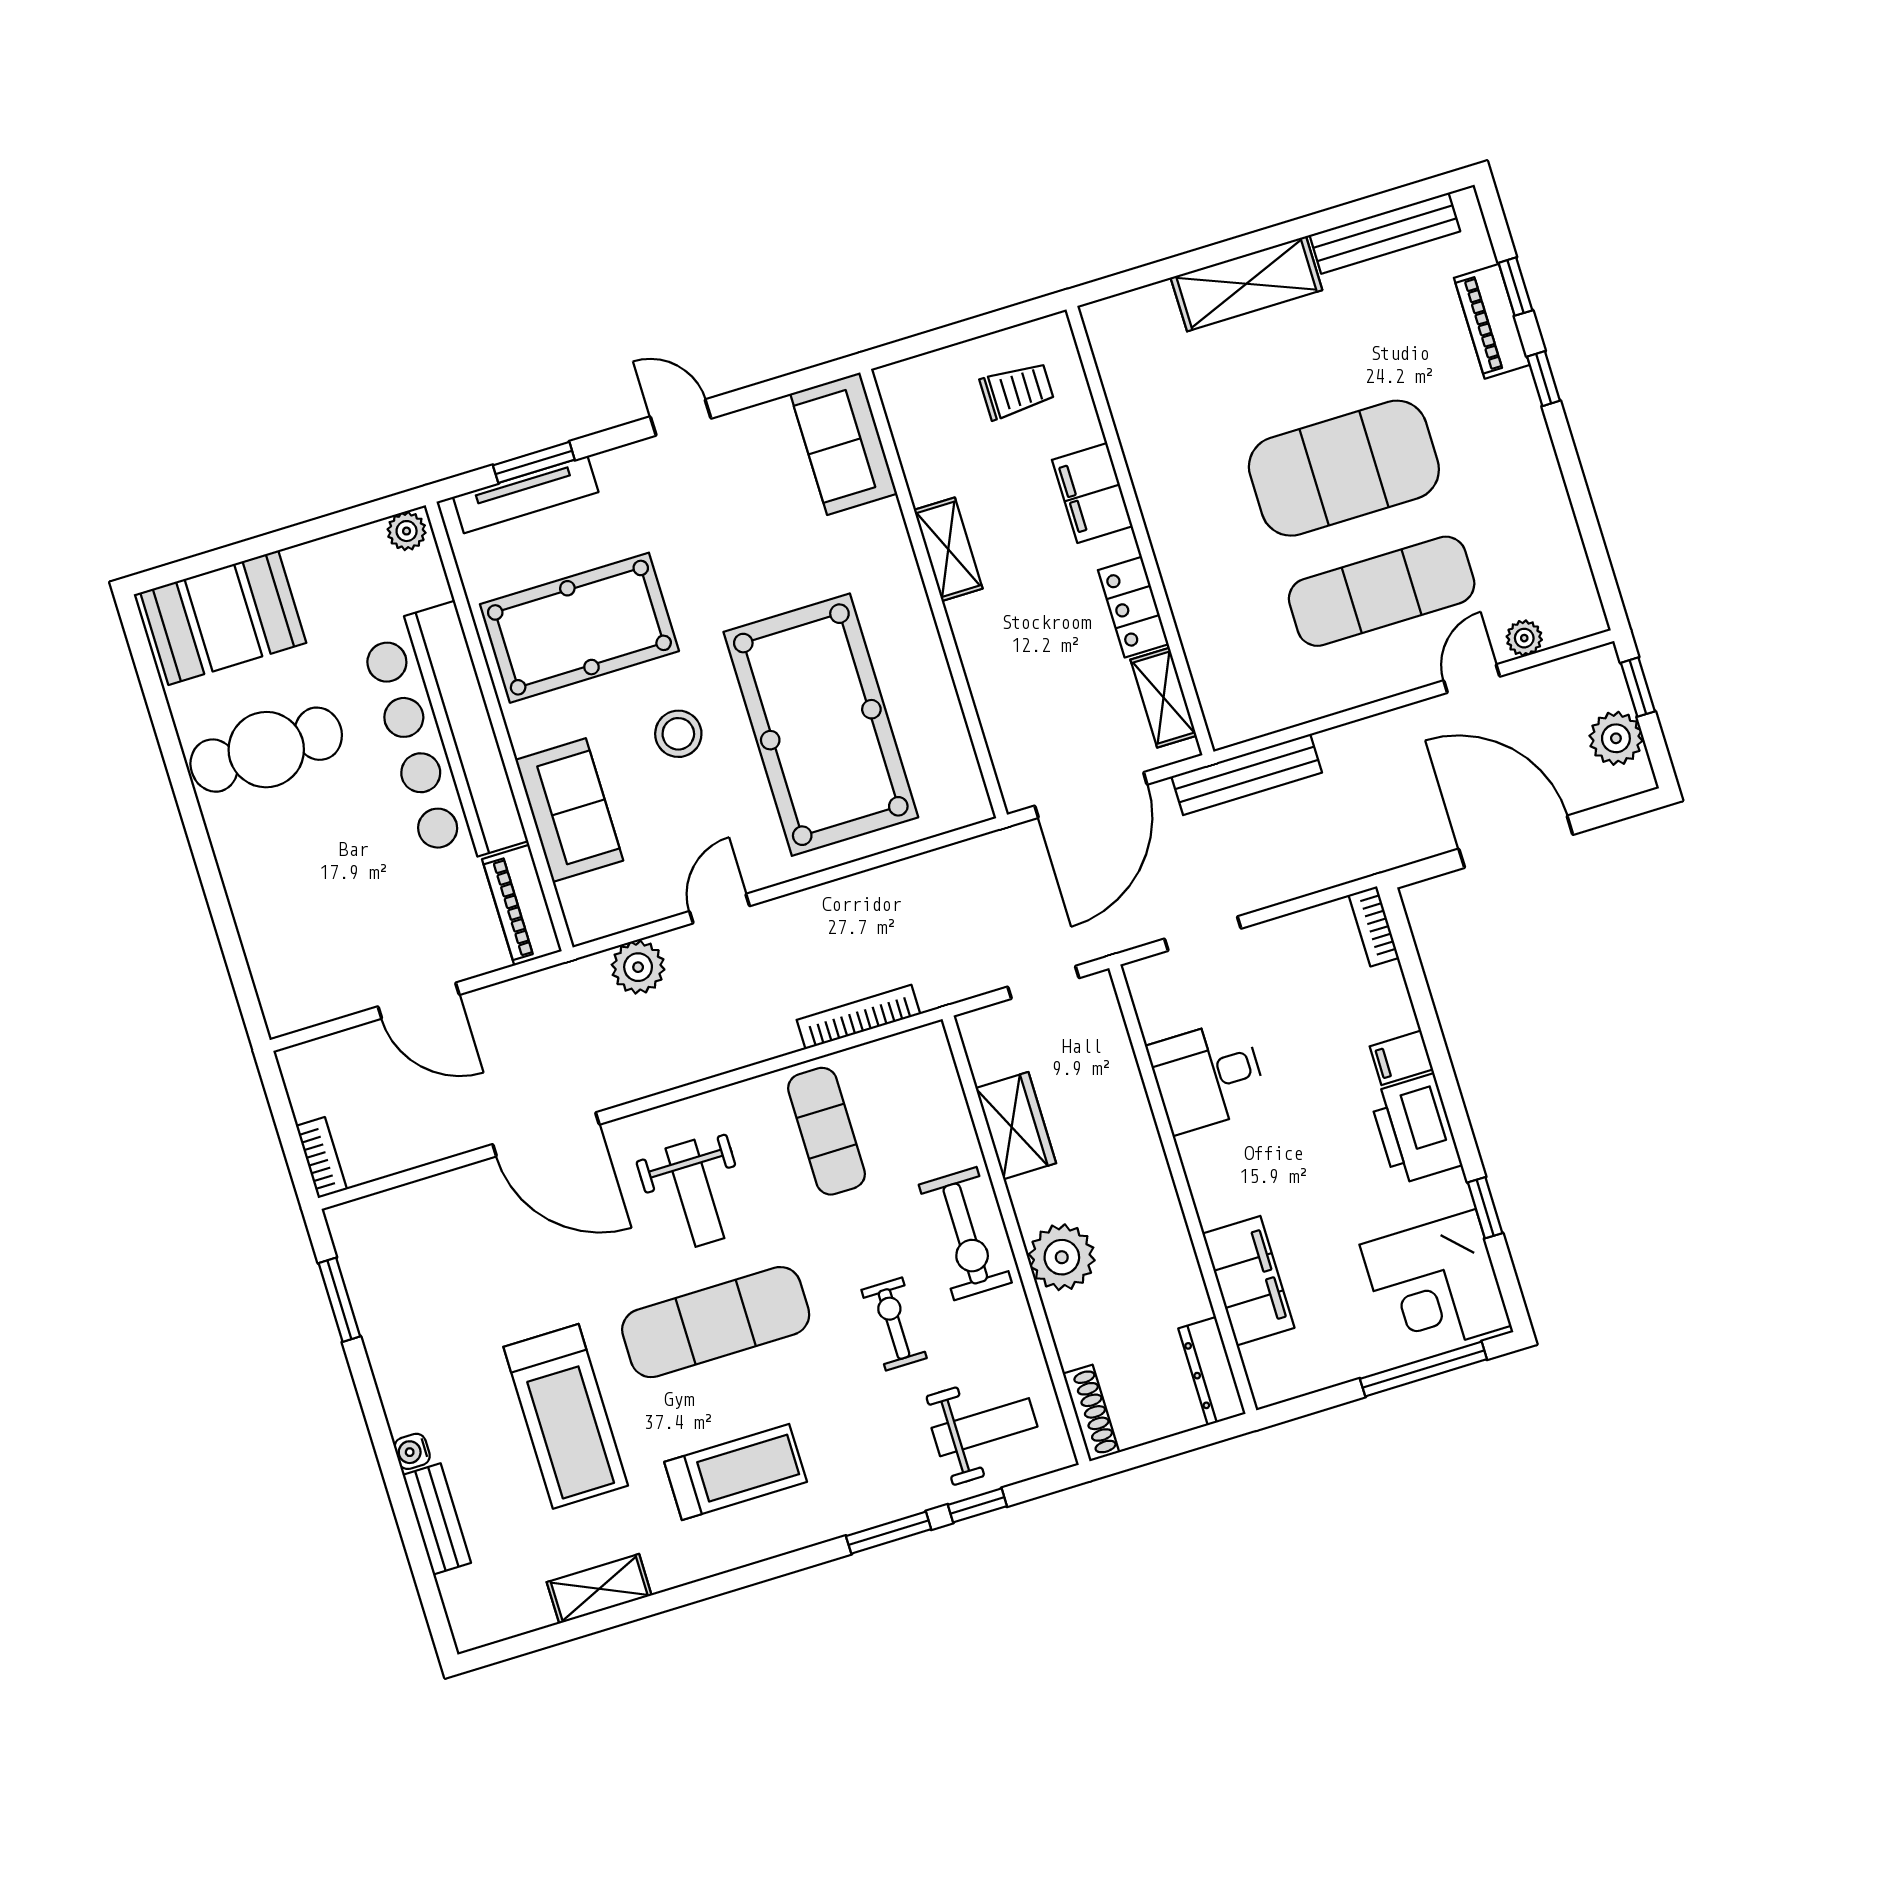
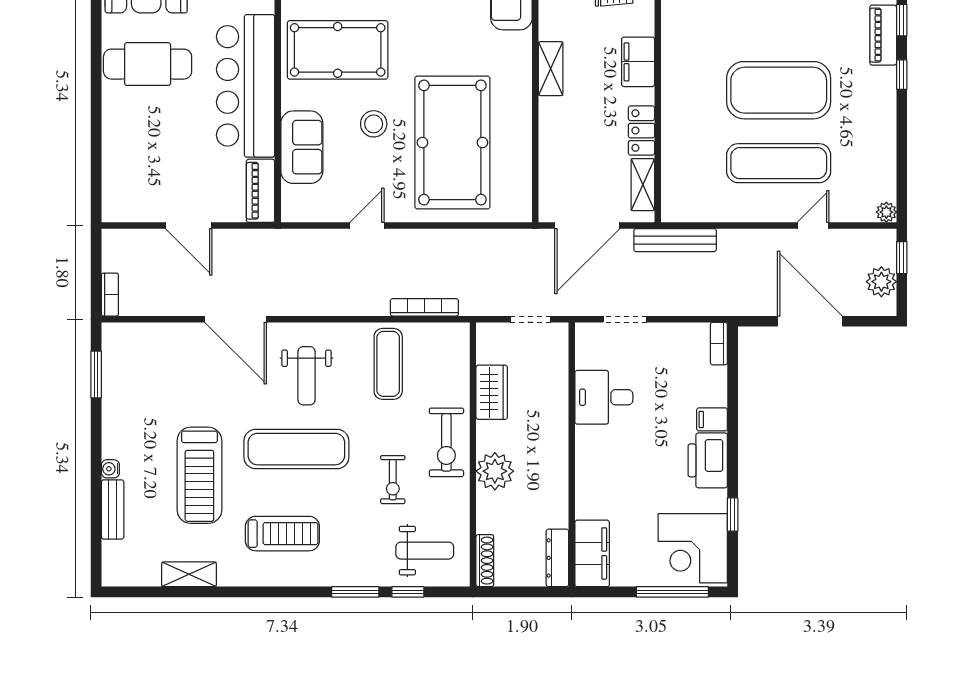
plant: (1524, 638) -> (886, 212), moved
plant: (638, 967) -> (313, 244), removed
filing cabinet: (1248, 1281) -> (592, 553), moved
exercise bike: (894, 1324) -> (393, 480), turned 180

